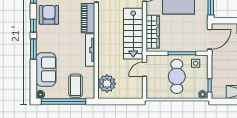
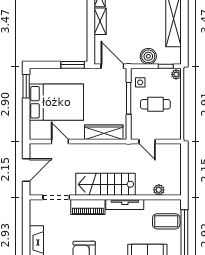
stairs: (133, 34) -> (106, 184), moved, turned 180
boiler: (218, 70) -> (148, 56), added
cafe table: (177, 76) -> (155, 104), width x0.73, depth x0.74
plant: (107, 84) -> (159, 190), width x0.53, depth x0.53

